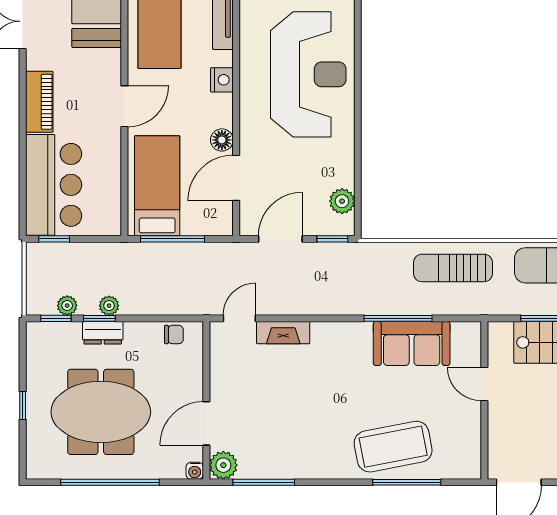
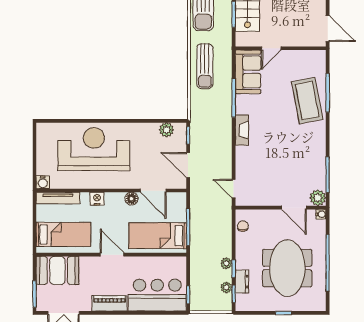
dresser: (103, 333) -> (242, 282), moved
fireplace: (283, 333) -> (242, 130), moved
sofa: (412, 343) -> (248, 72), moved

